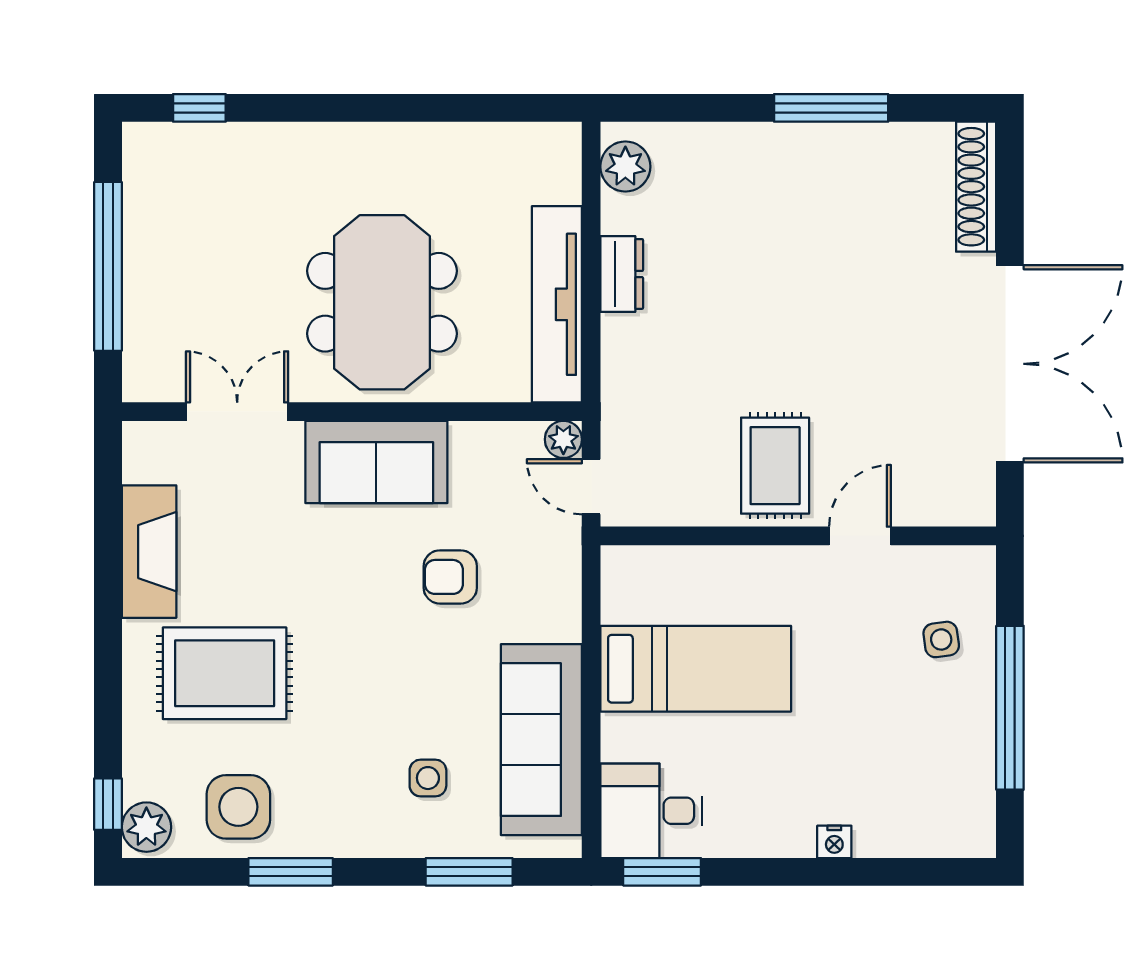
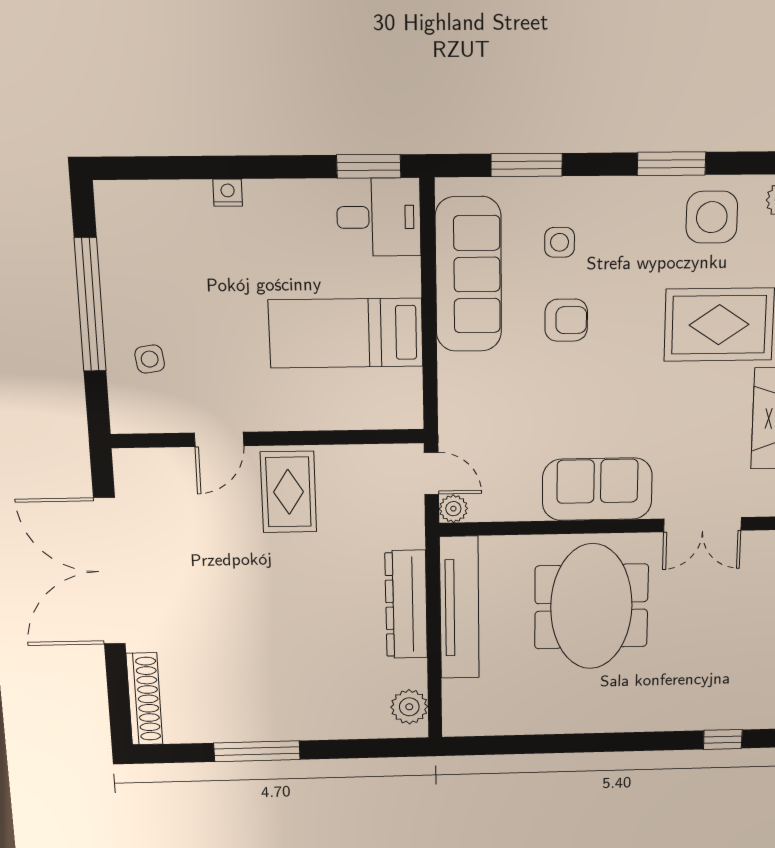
dresser: (622, 274) -> (406, 605), width x1.96, depth x1.24
armchair: (450, 577) -> (566, 320), moved

